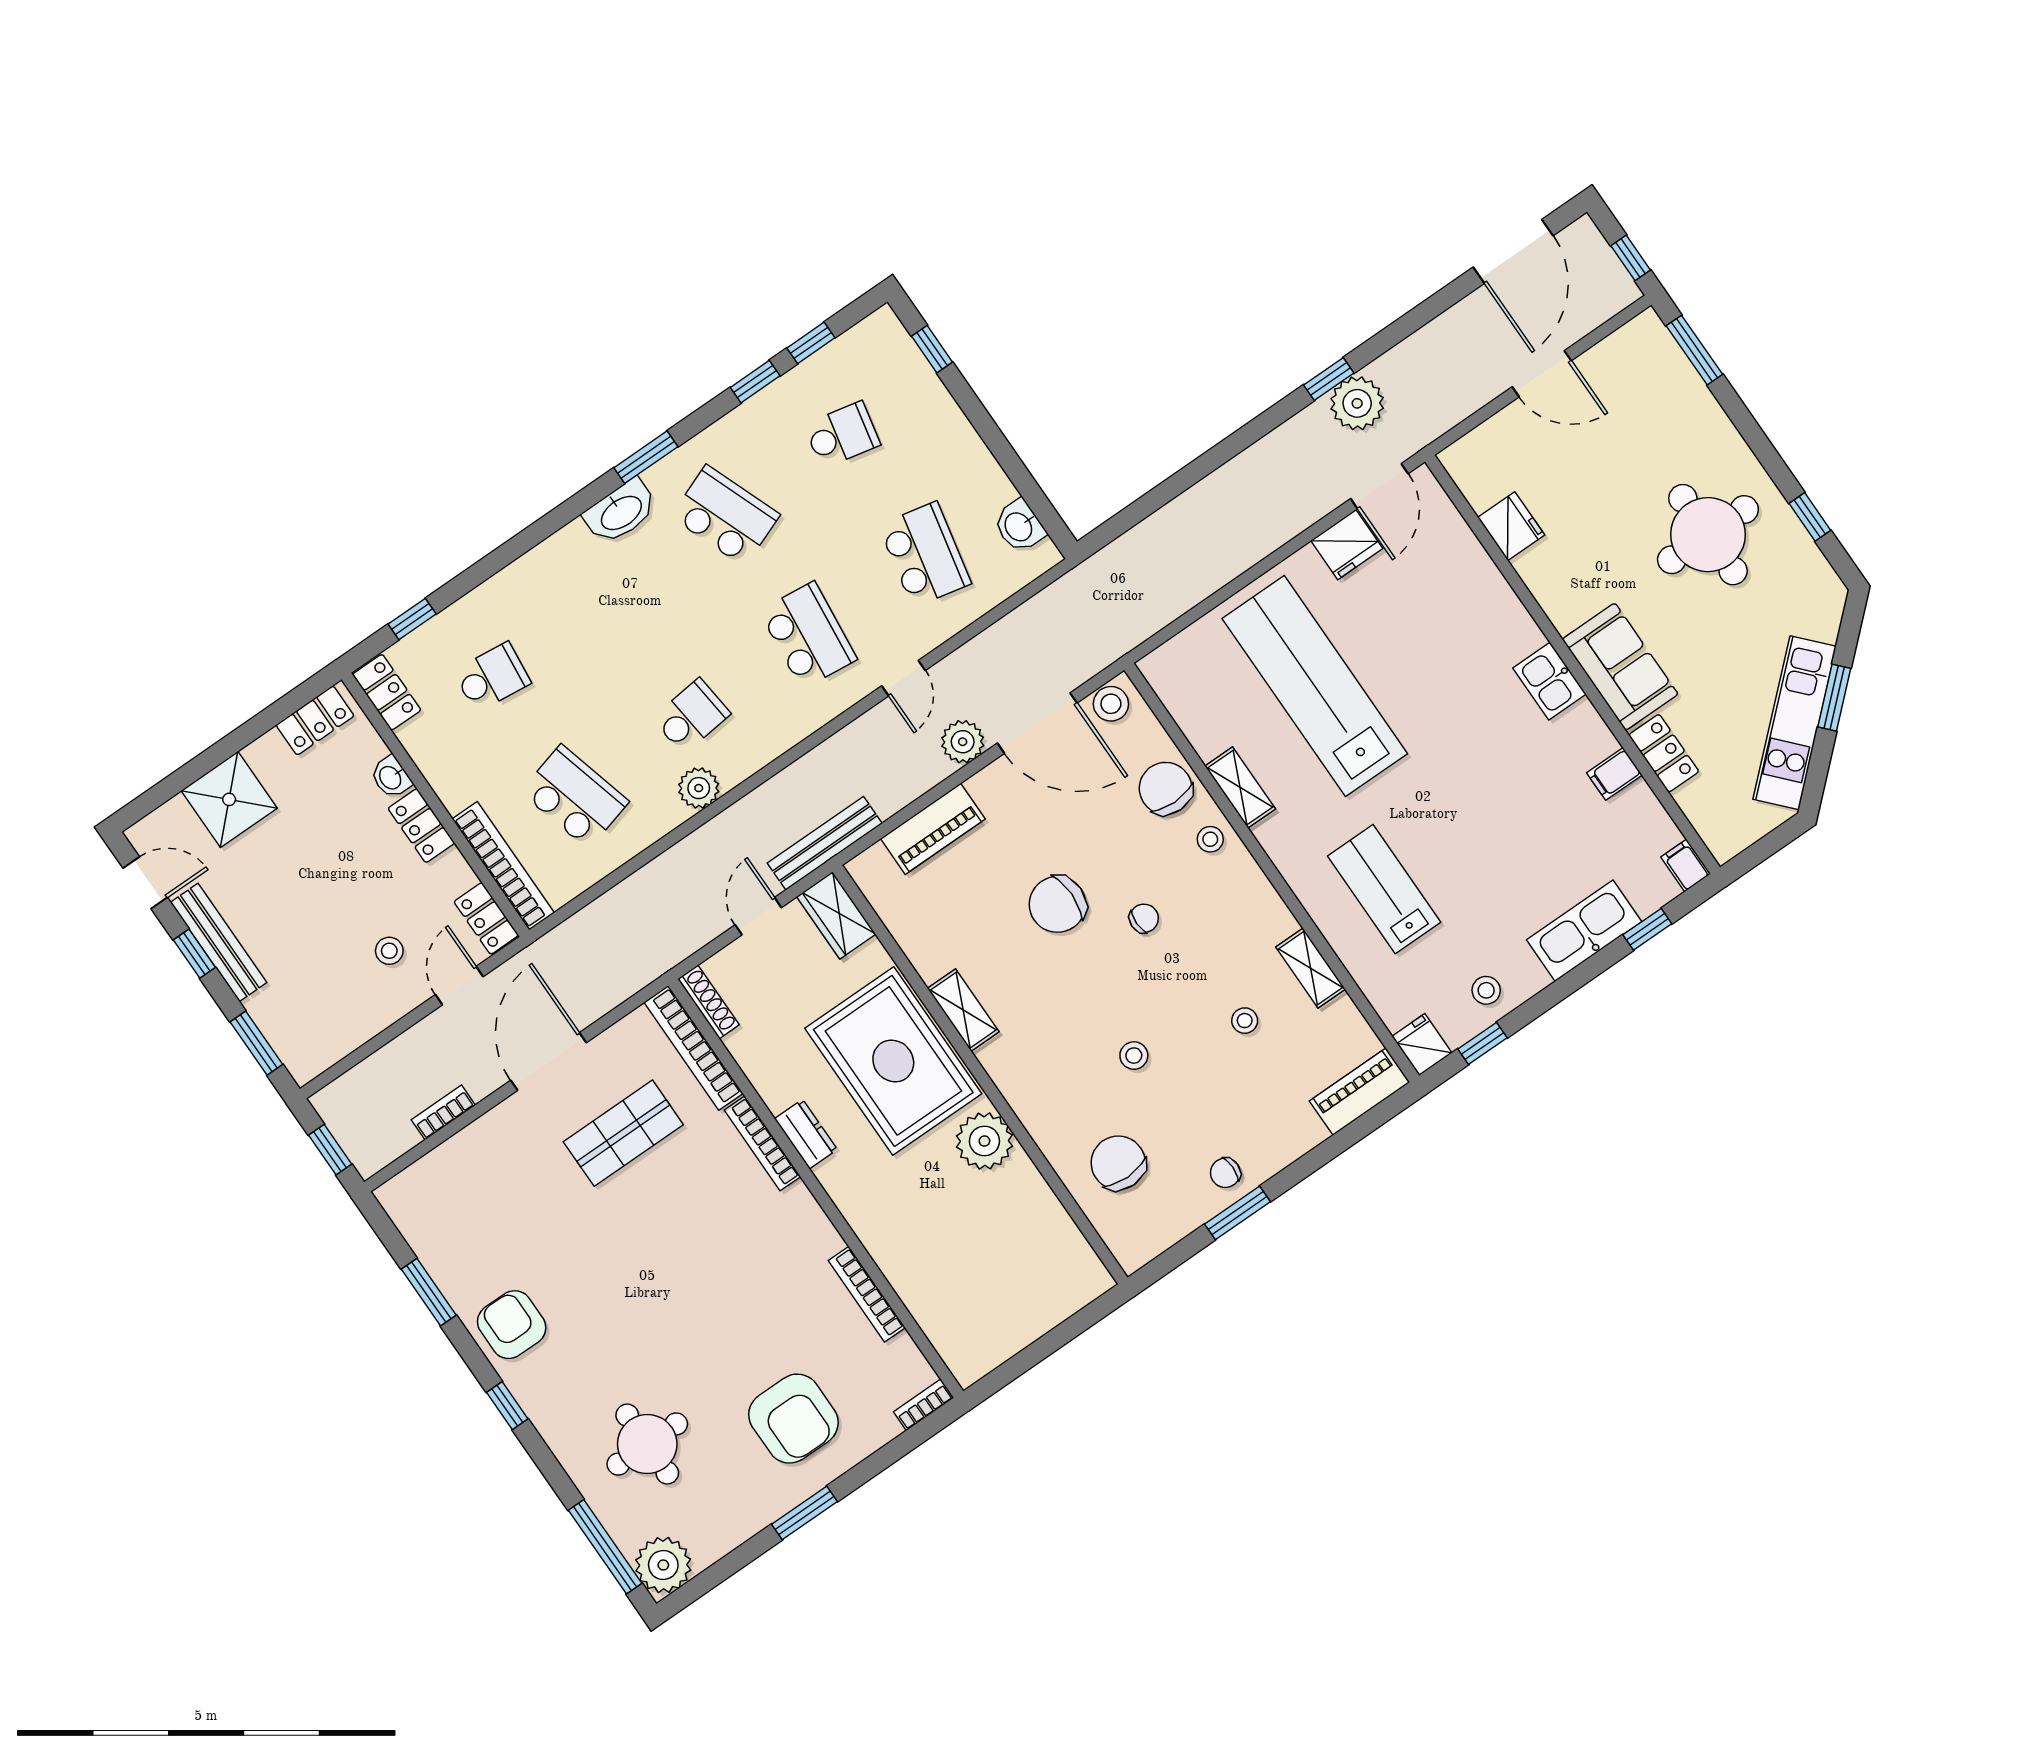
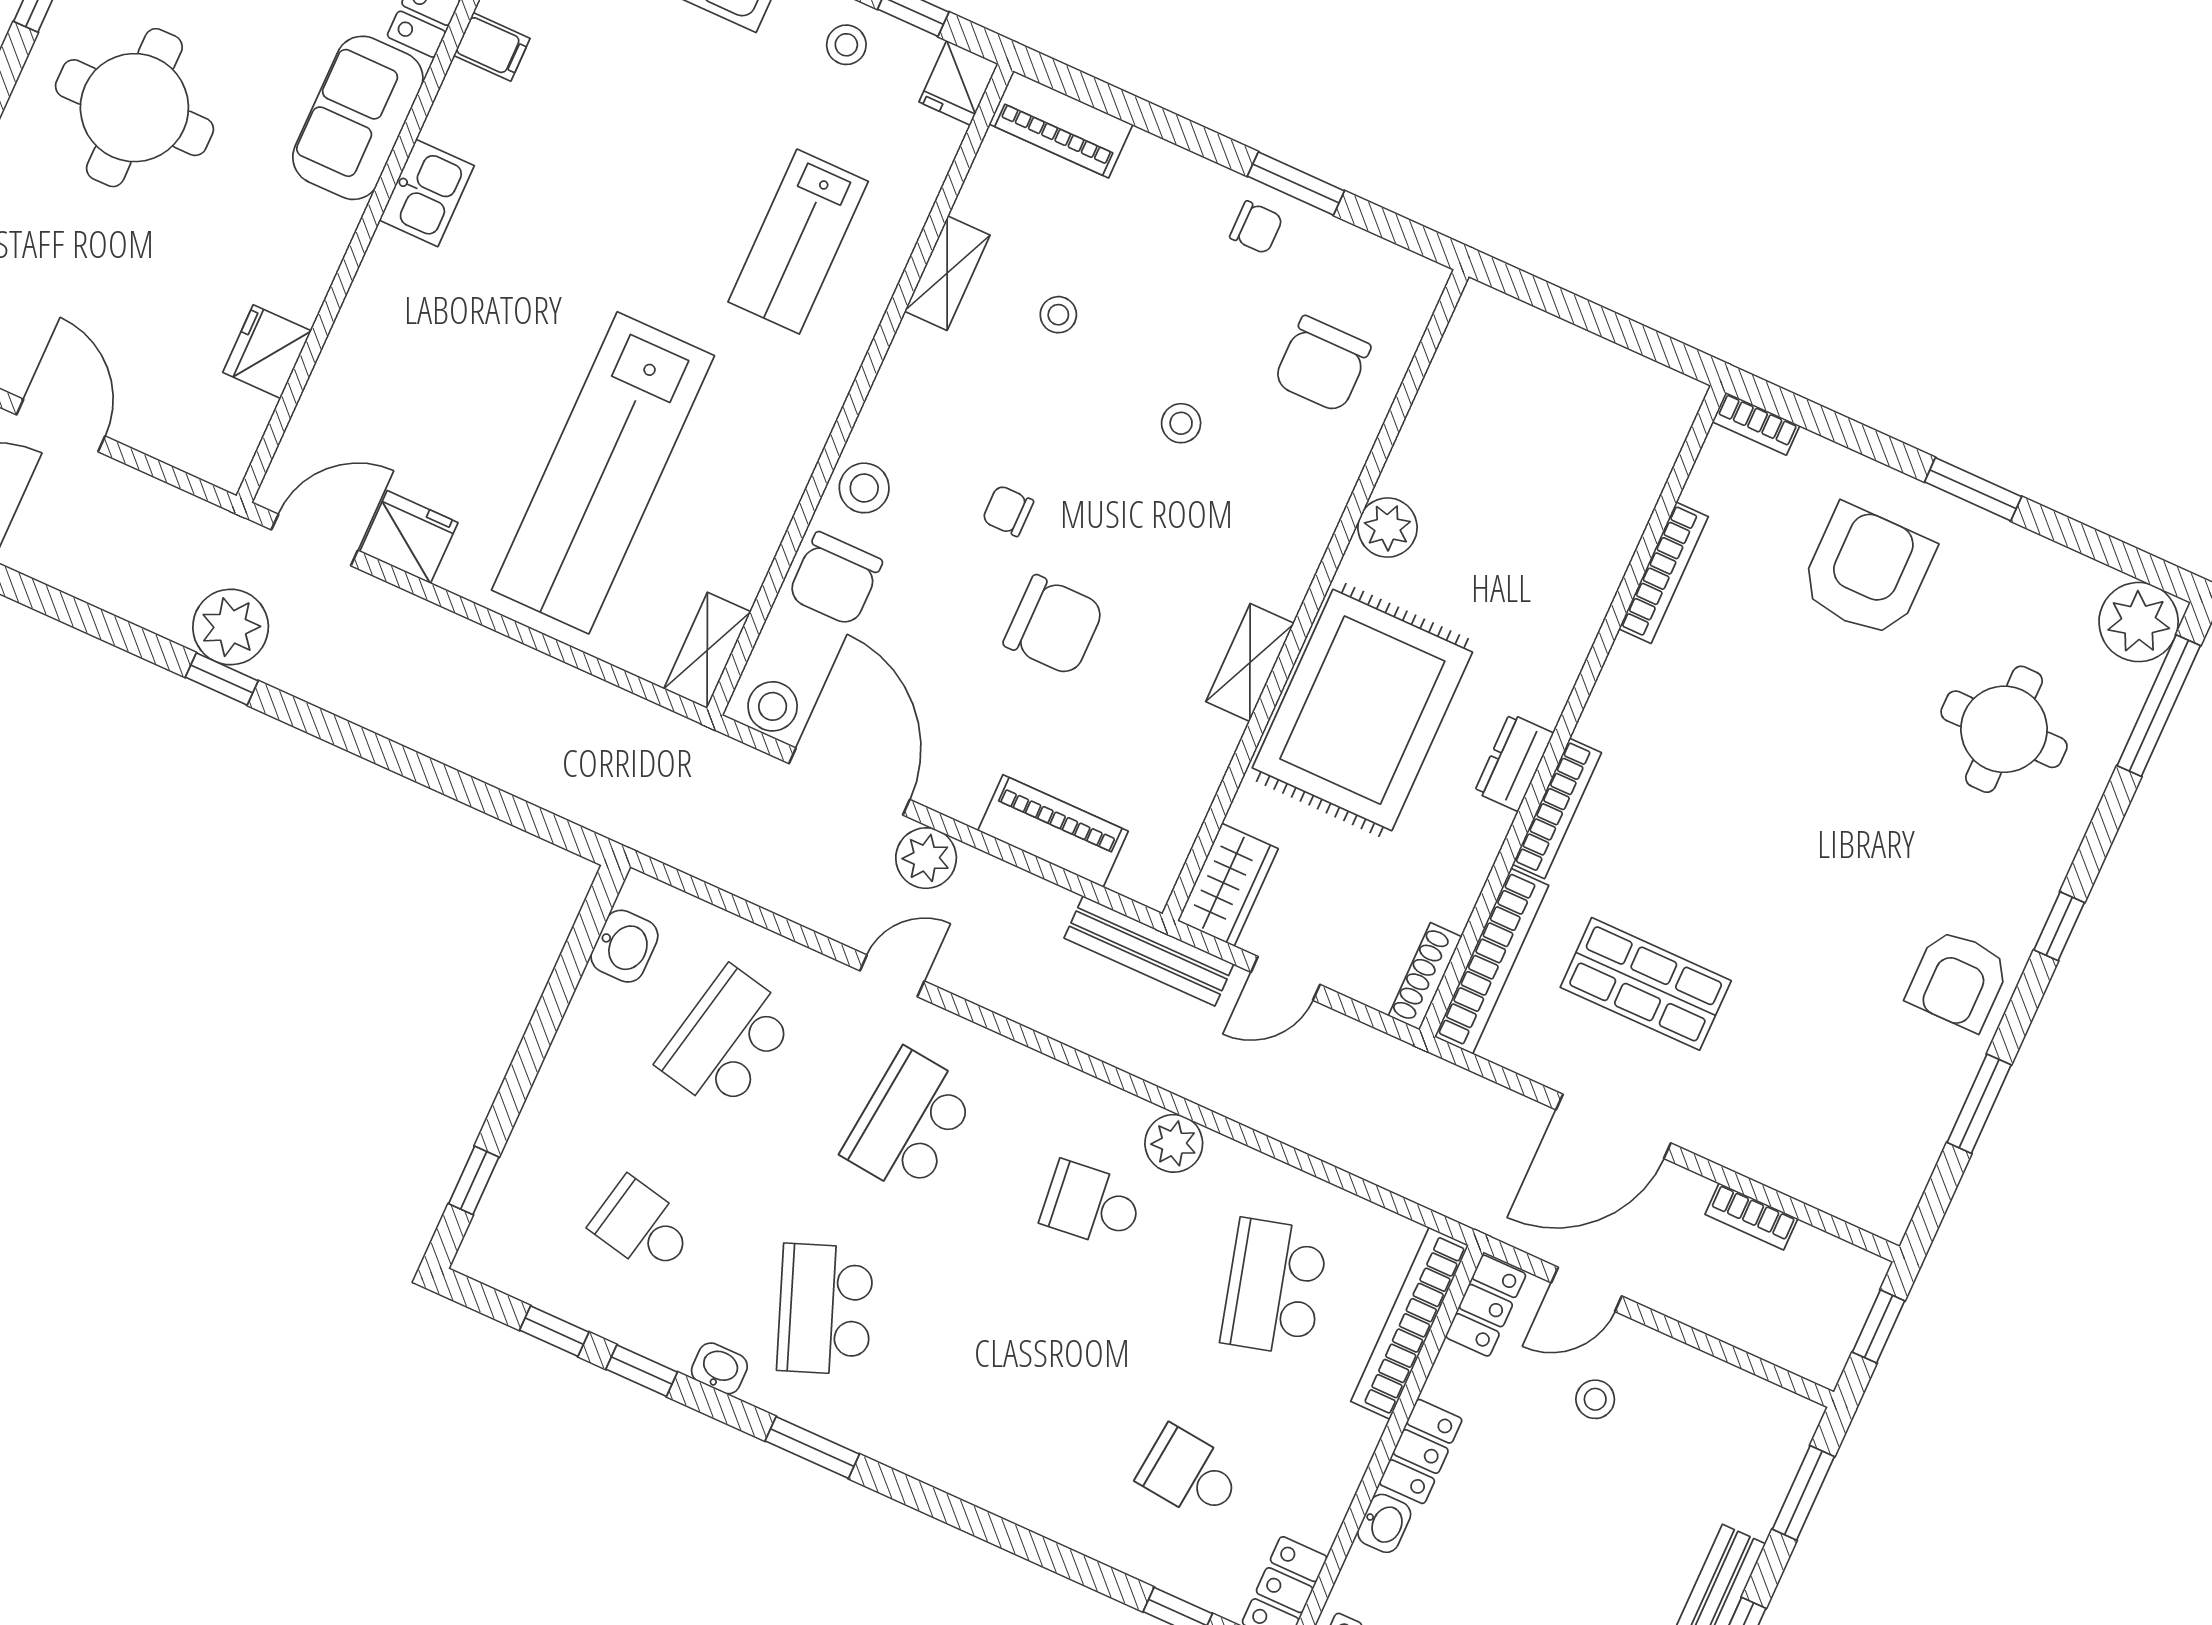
washbasin: (621, 512) -> (719, 1368), moved, width x0.52, depth x0.69
shelving: (1240, 788) -> (707, 650), moved
stool: (1210, 839) -> (864, 488), width x1.37, depth x1.37
plant: (984, 1141) -> (1387, 528), width x0.73, depth x0.73

